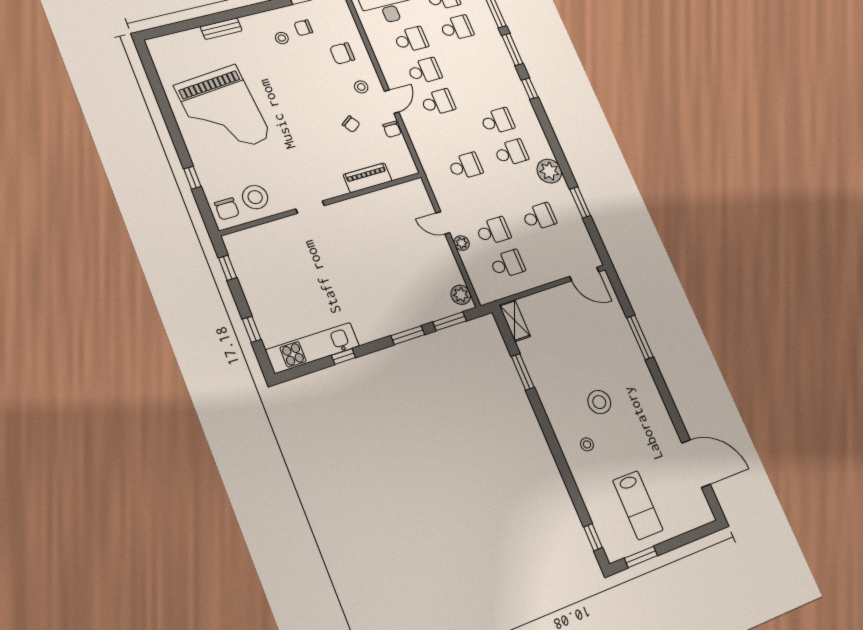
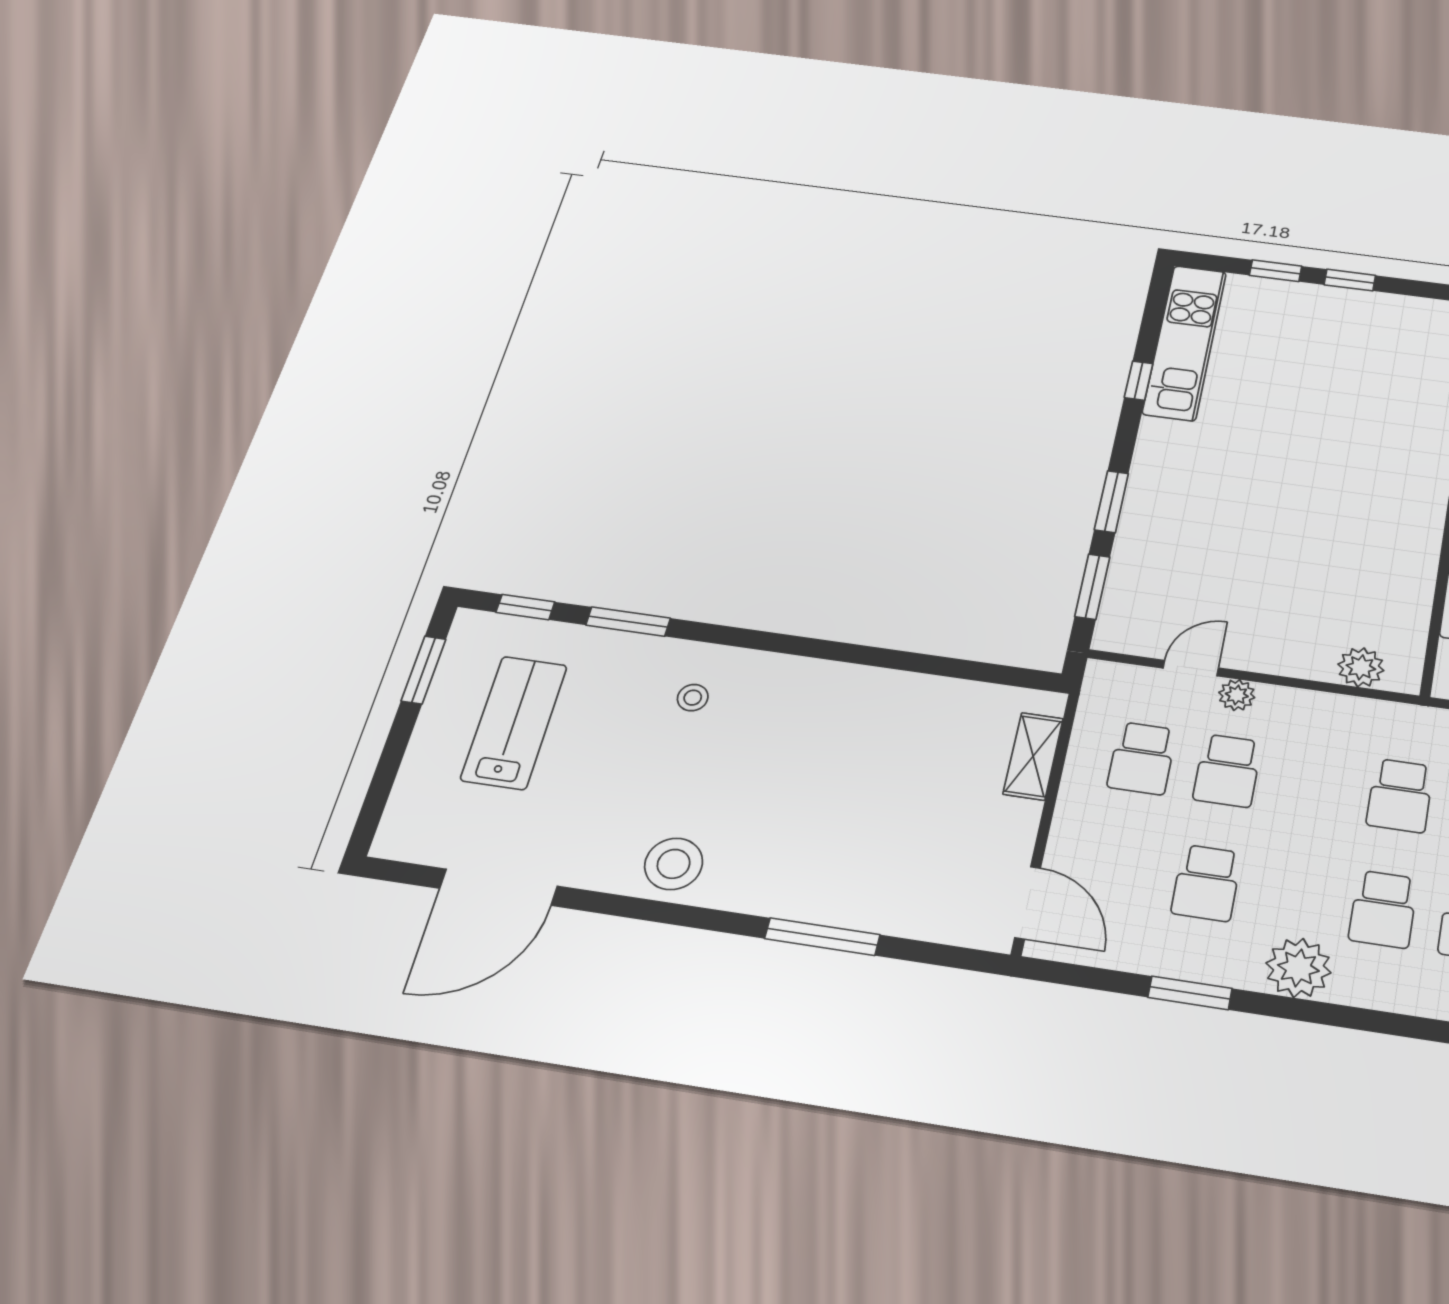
door: (443, 223) -> (1191, 668), moved
window: (228, 268) -> (1350, 280), moved
door: (584, 274) -> (1028, 903), swing flipped
plant: (461, 295) -> (1361, 667), moved
shelving: (515, 321) -> (1033, 756), moved, turned 90
window: (523, 372) -> (628, 622), moved
stool: (599, 402) -> (674, 864), moved
lab bench: (638, 505) -> (514, 722), turned 90

